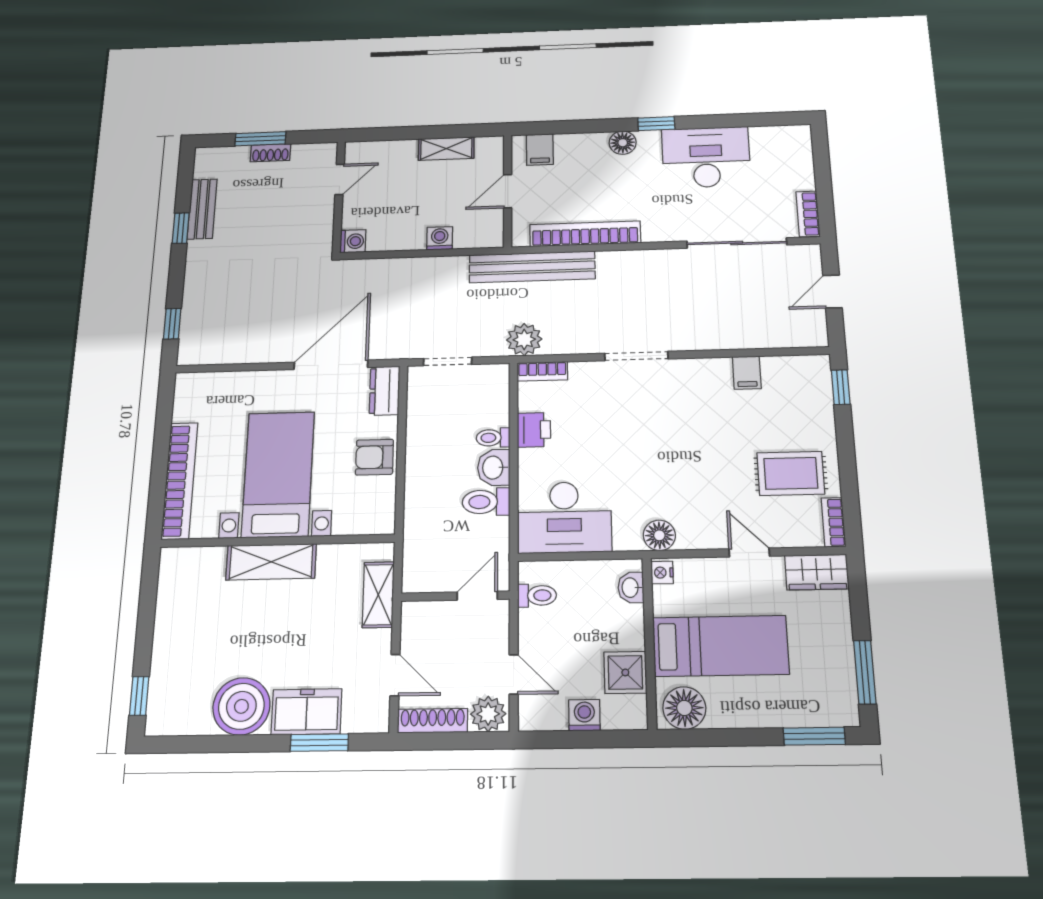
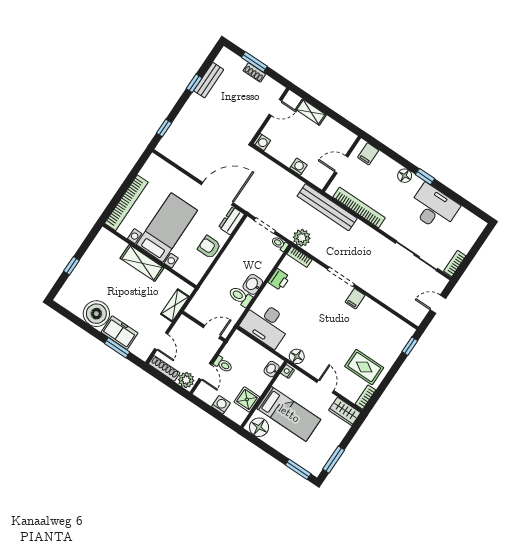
shelving: (446, 149) -> (311, 112), moved
filing cabinet: (747, 373) -> (355, 299), moved
toilet: (493, 438) -> (280, 244), moved
toilet: (537, 595) -> (223, 364), moved
window: (139, 696) -> (71, 266), moved

